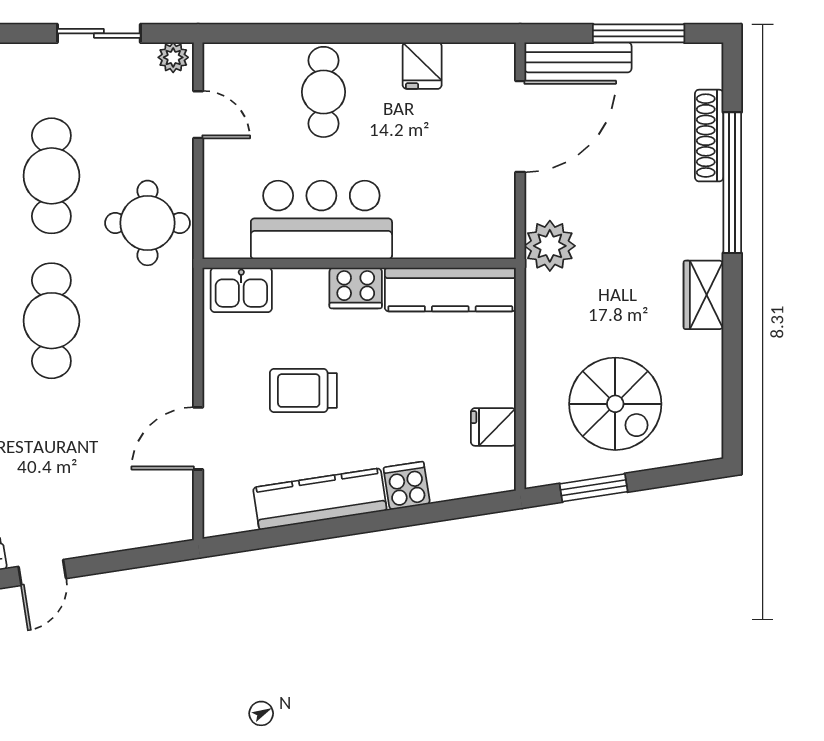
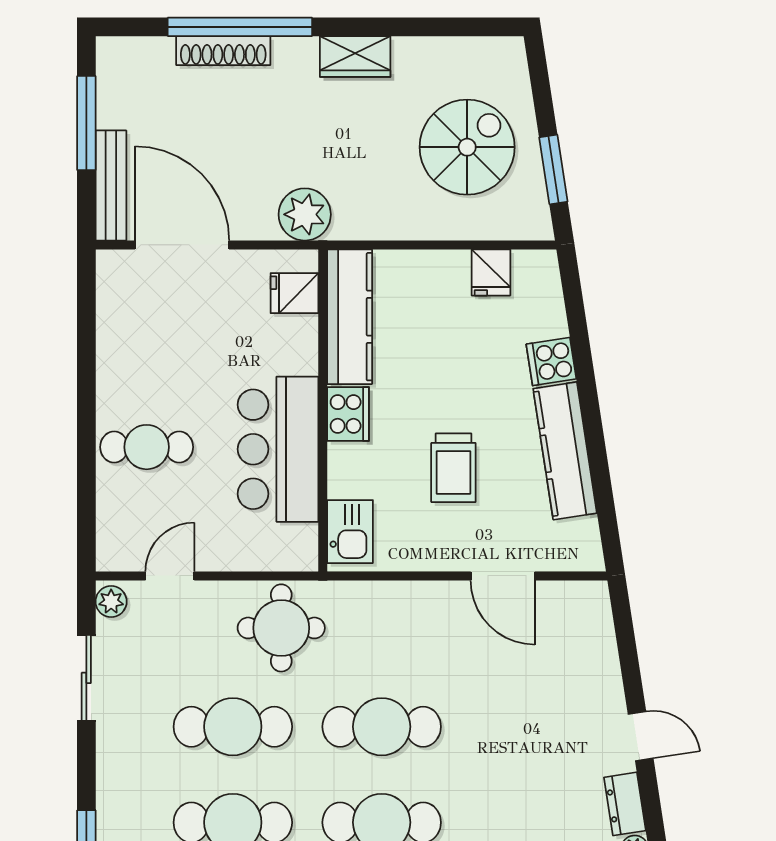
fridge: (422, 66) -> (295, 293), moved, turned 180
shoe rack: (709, 136) -> (223, 51), moved

